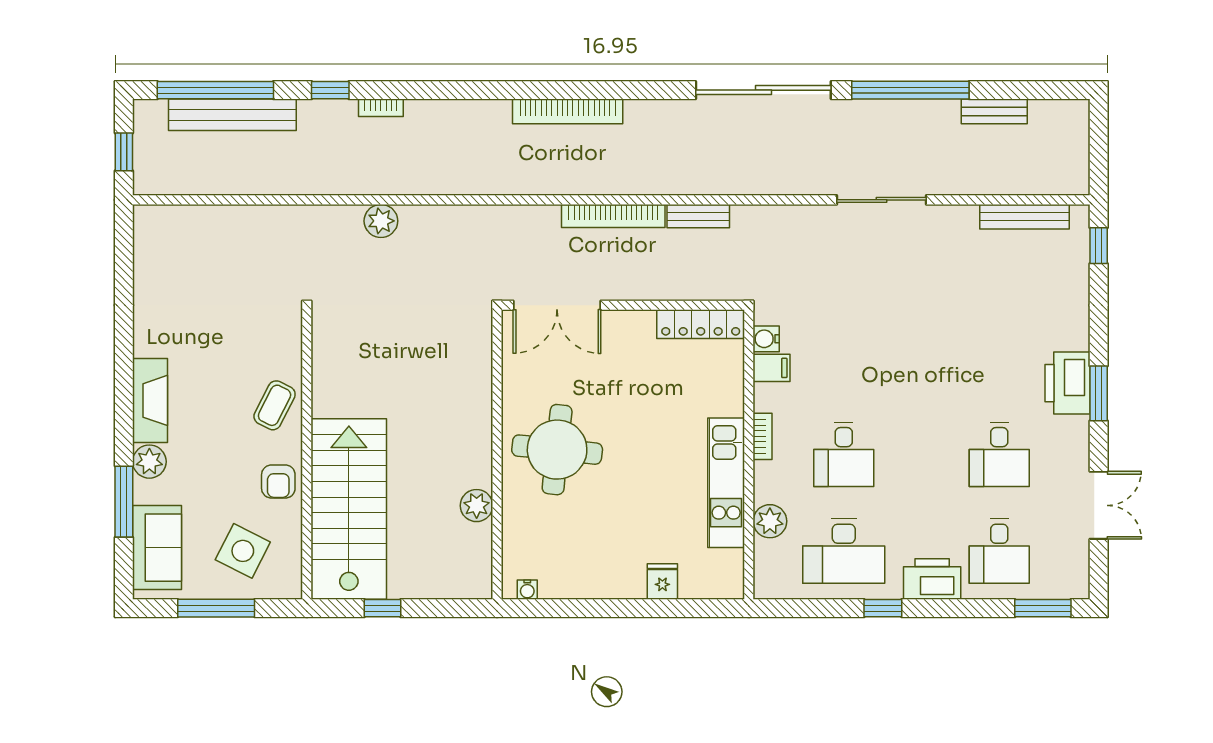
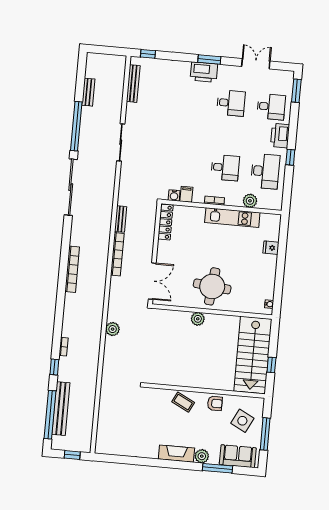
plant: (381, 221) -> (113, 329), moved
plant: (477, 506) -> (198, 319), moved
stairs: (349, 509) -> (253, 355), moved, turned -90

